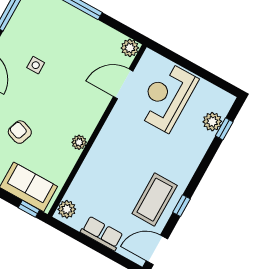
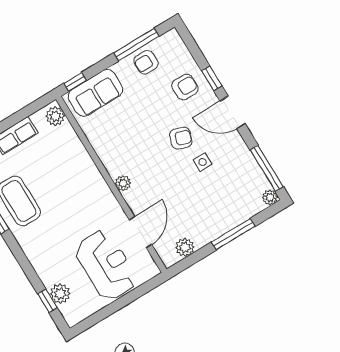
plant: (130, 48) -> (185, 247), moved
armchair: (20, 132) -> (181, 138), moved
plant: (79, 142) -> (123, 183), moved

